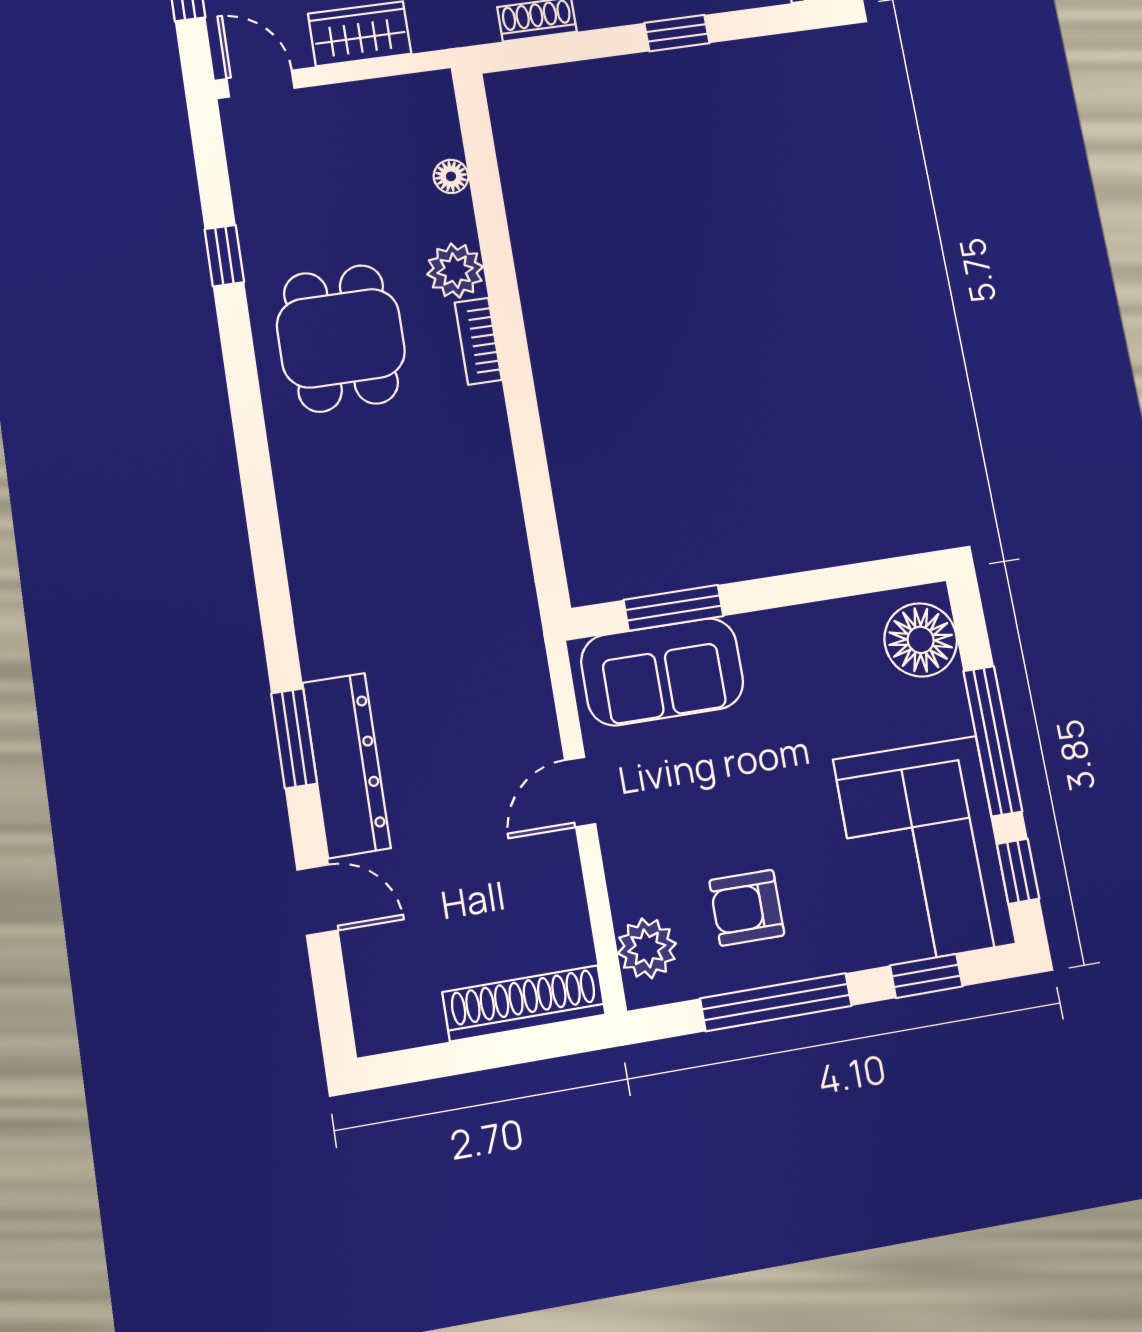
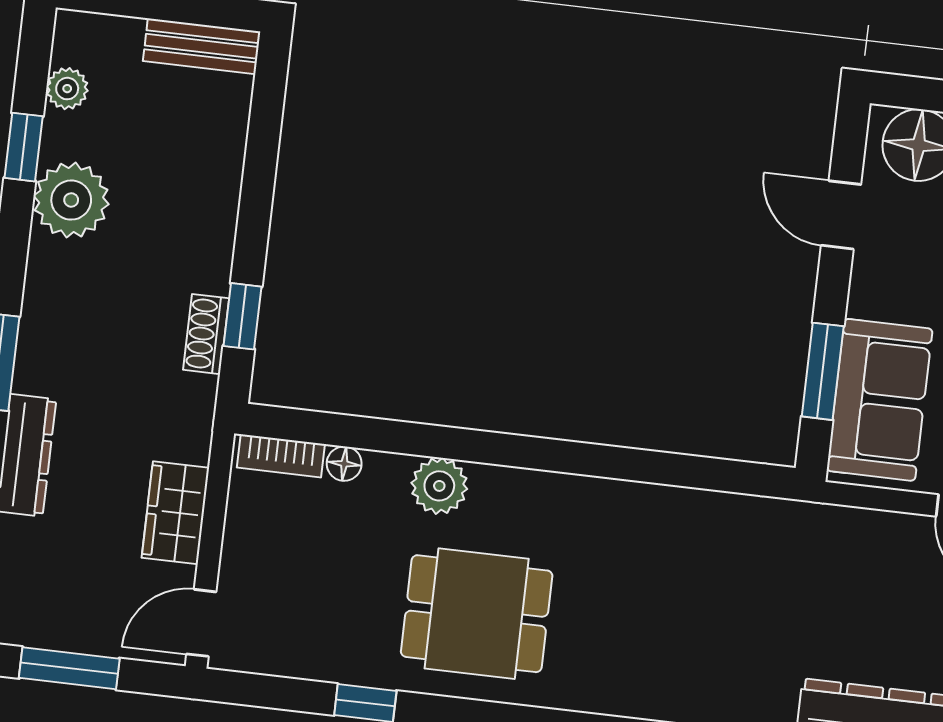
window: (677, 33) -> (243, 316), moved
bookcase: (478, 341) -> (281, 456), moved
door: (830, 583) -> (841, 215), added

